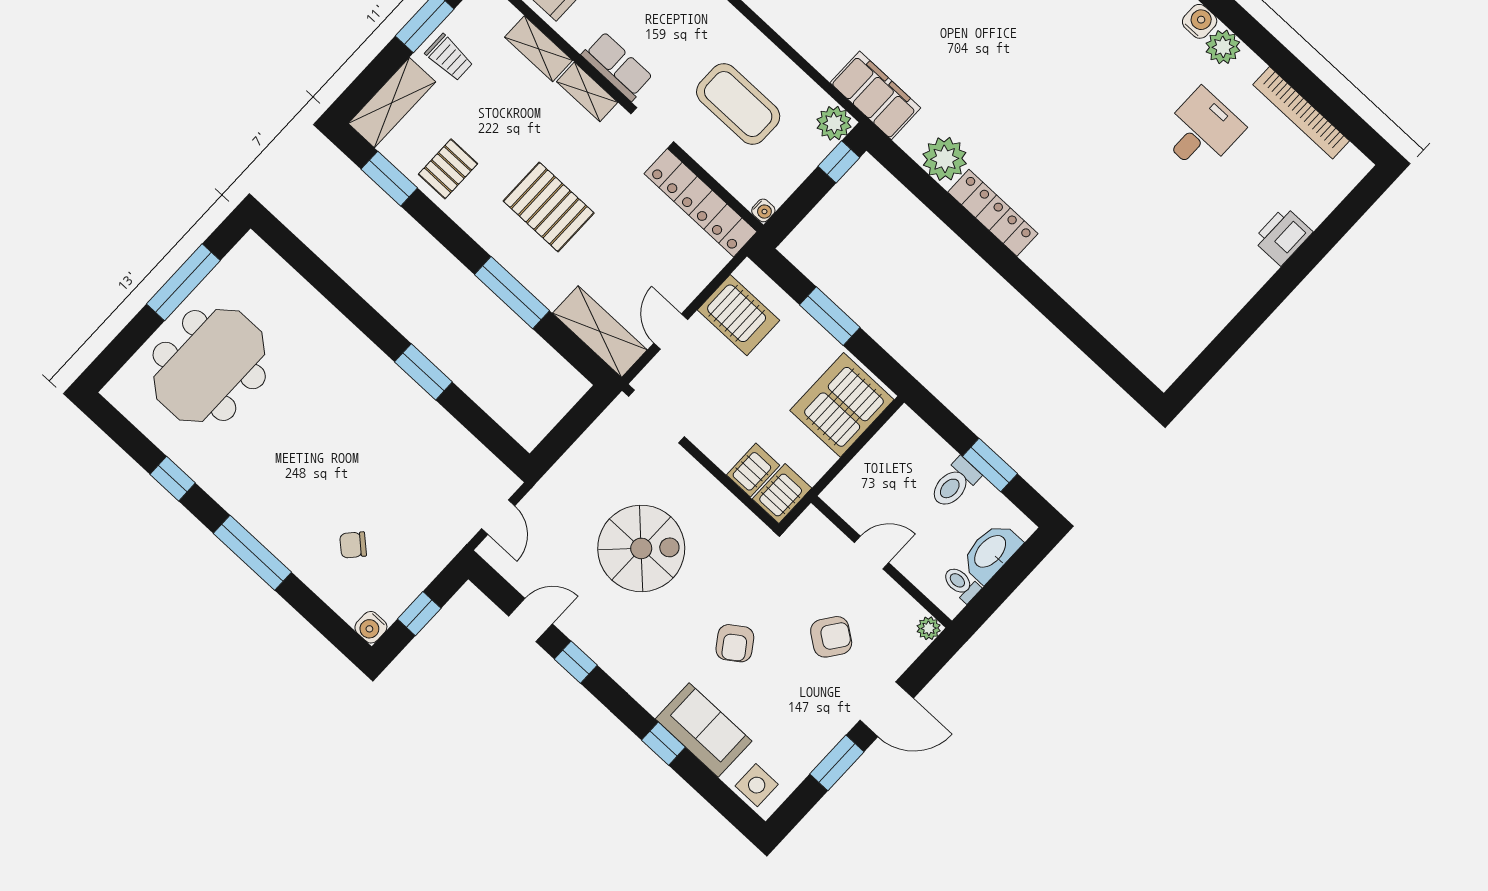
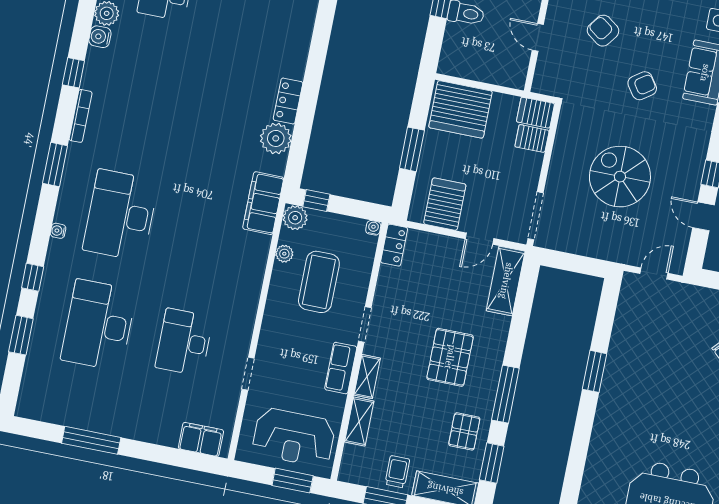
plant: (798, 83) -> (284, 254), added
pallet: (448, 169) -> (464, 431), turned 90
locker: (700, 203) -> (394, 245), width x0.46, depth x0.83
locker: (993, 213) -> (288, 101), width x0.66
window: (512, 293) -> (505, 394), moved

